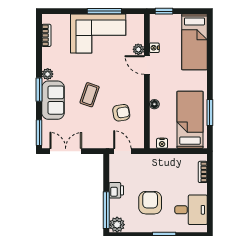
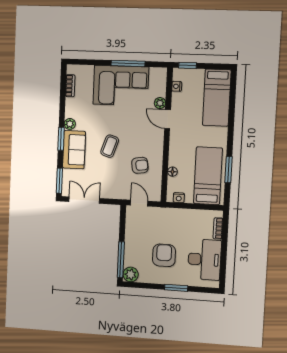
nightstand: (154, 48) -> (177, 86), moved
floor lamp: (154, 104) -> (172, 172), moved
printer: (116, 190) -> (131, 241), removed
desk: (191, 210) -> (204, 260), width x1.37

